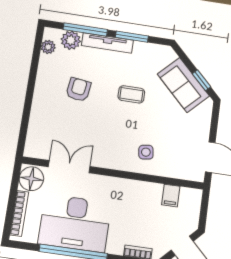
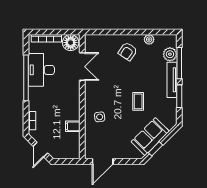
plant: (48, 47) -> (149, 39), moved
armchair: (78, 90) -> (128, 51), moved, turned 116
filing cabinet: (171, 195) -> (73, 126), moved
desk: (75, 223) -> (41, 70), width x0.73, depth x0.77

